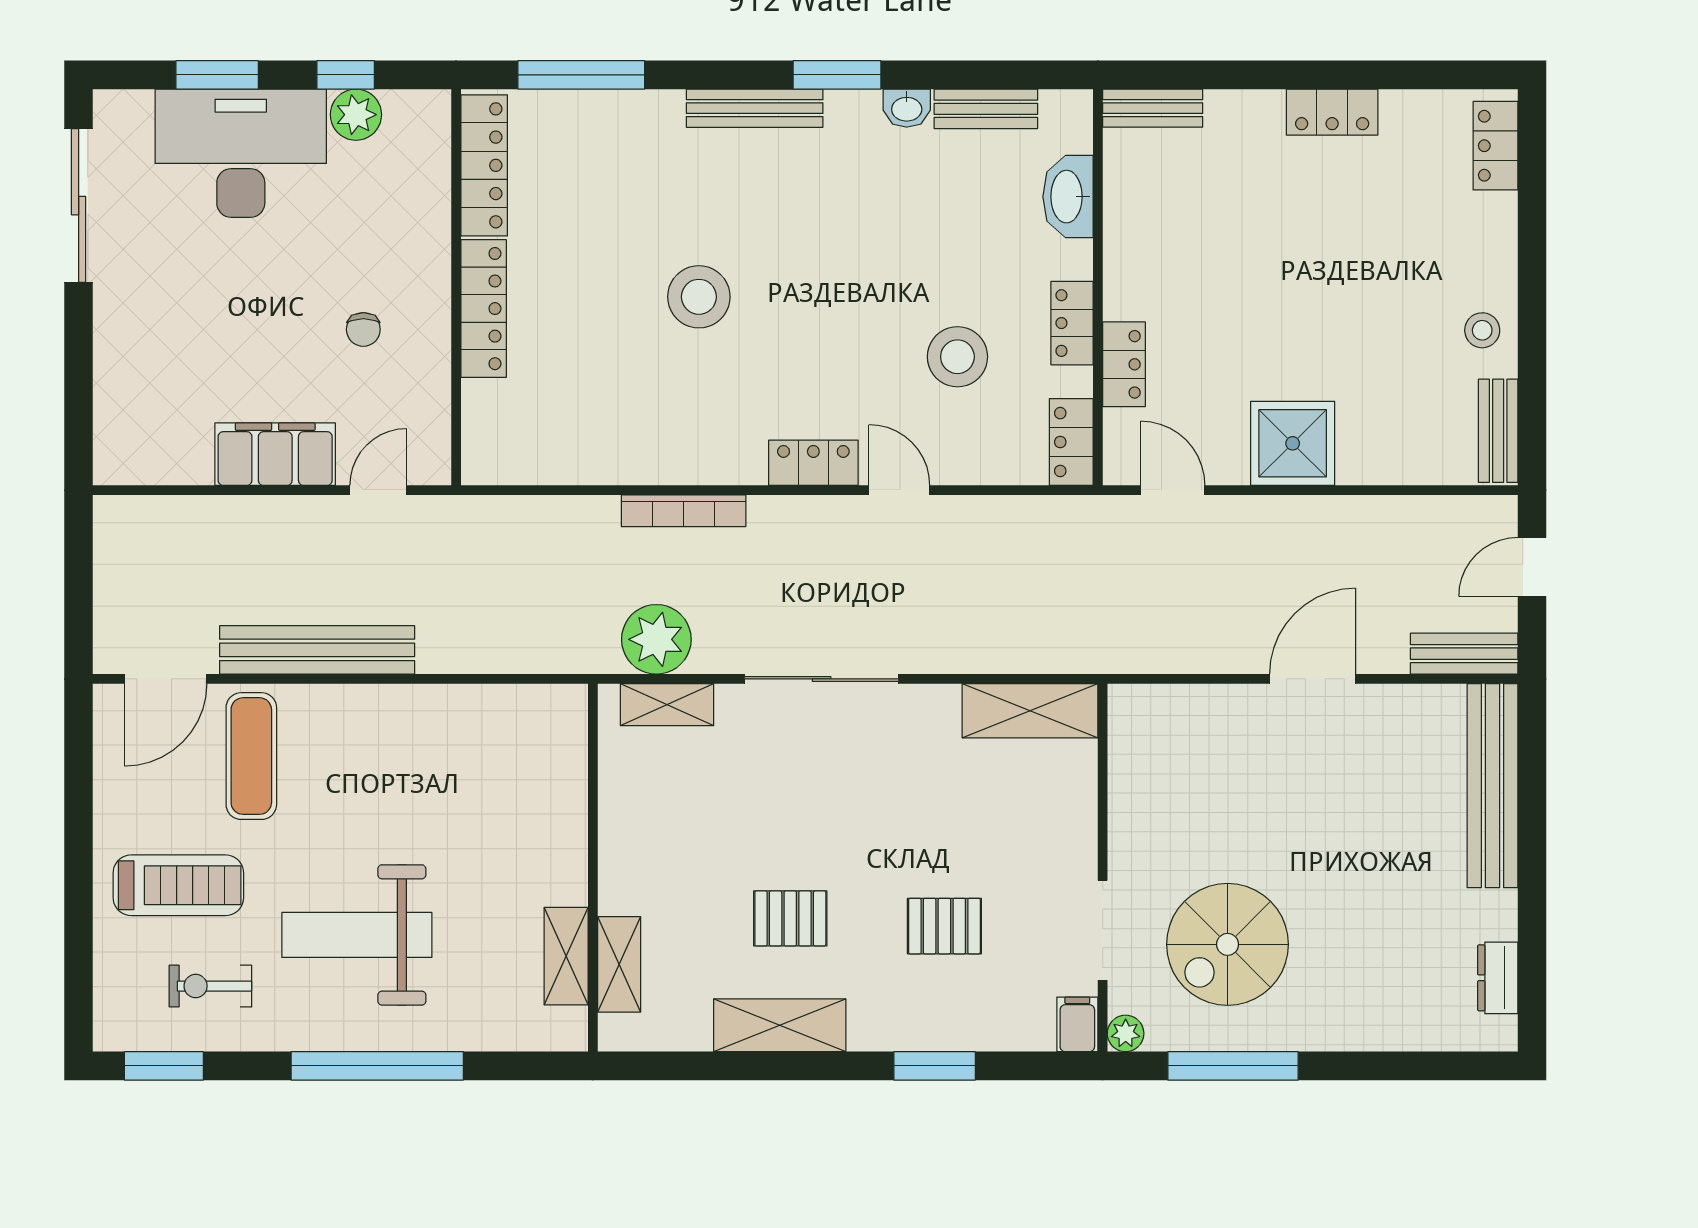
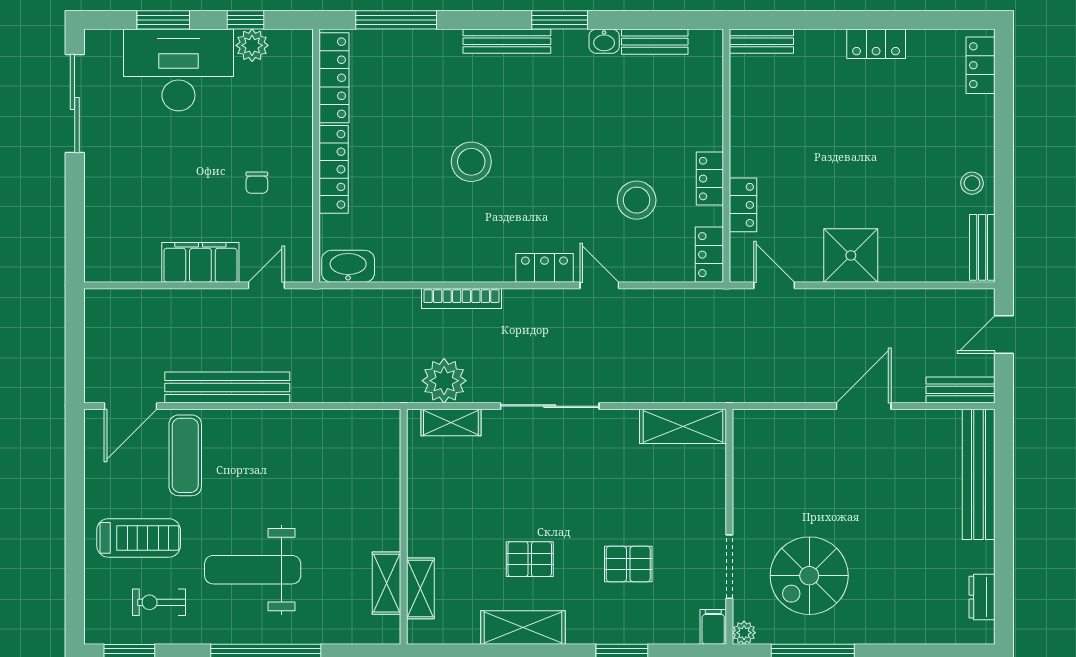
washbasin: (1068, 197) -> (348, 266), moved, turned 90

